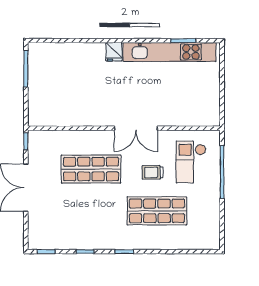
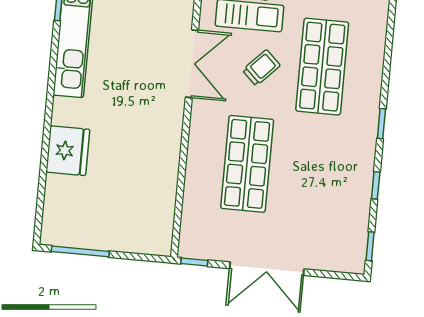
fridge: (114, 52) -> (68, 151), moved, width x1.88, depth x1.34
double door: (136, 128) -> (192, 64), moved
trolley: (153, 172) -> (261, 68), turned -136

